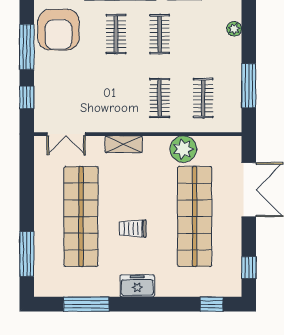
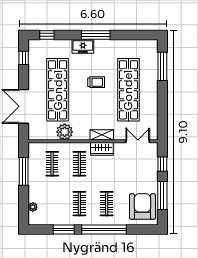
wardrobe: (124, 122) -> (102, 149), added
freezer: (137, 286) -> (83, 46), moved
window: (86, 304) -> (96, 35), moved

